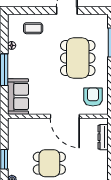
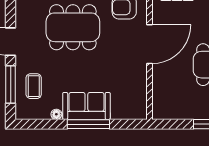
window: (34, 11) -> (11, 85), added
sofa: (18, 96) -> (86, 106), moved

